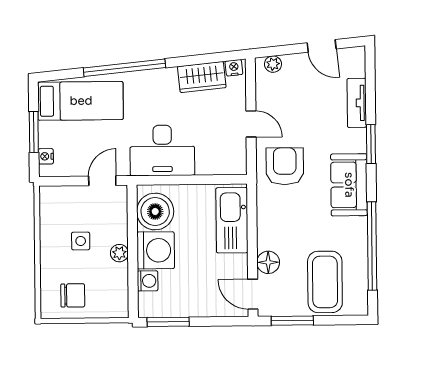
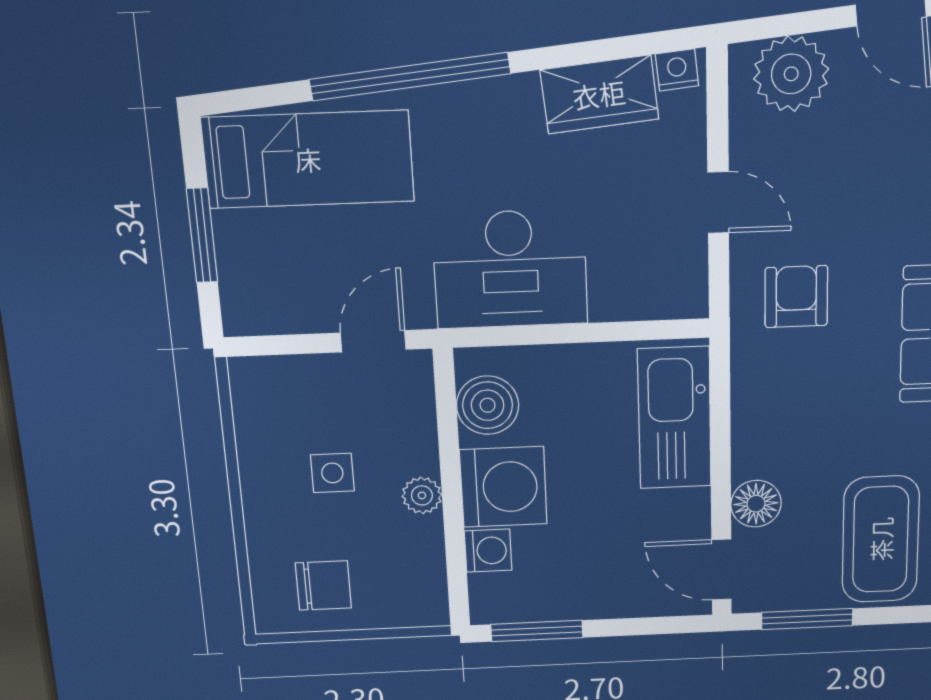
plant: (273, 64) -> (791, 74), width x1.87, depth x1.87
nightstand: (46, 156) -> (236, 290), removed
armchair: (285, 166) -> (796, 297), width x0.72, depth x0.72
boiler: (155, 211) -> (488, 405), width x0.73, depth x0.73

